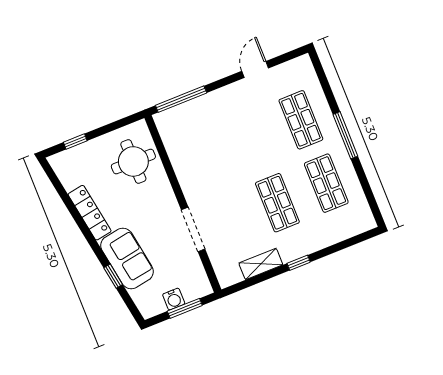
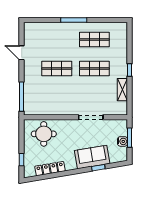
shop shelf: (301, 120) -> (57, 69), moved
locker: (90, 213) -> (50, 169), moved

